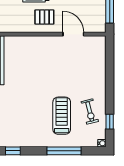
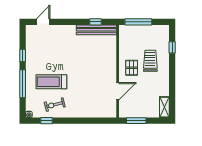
treadmill: (62, 116) -> (51, 82), turned 180
window: (13, 151) -> (23, 55), moved

